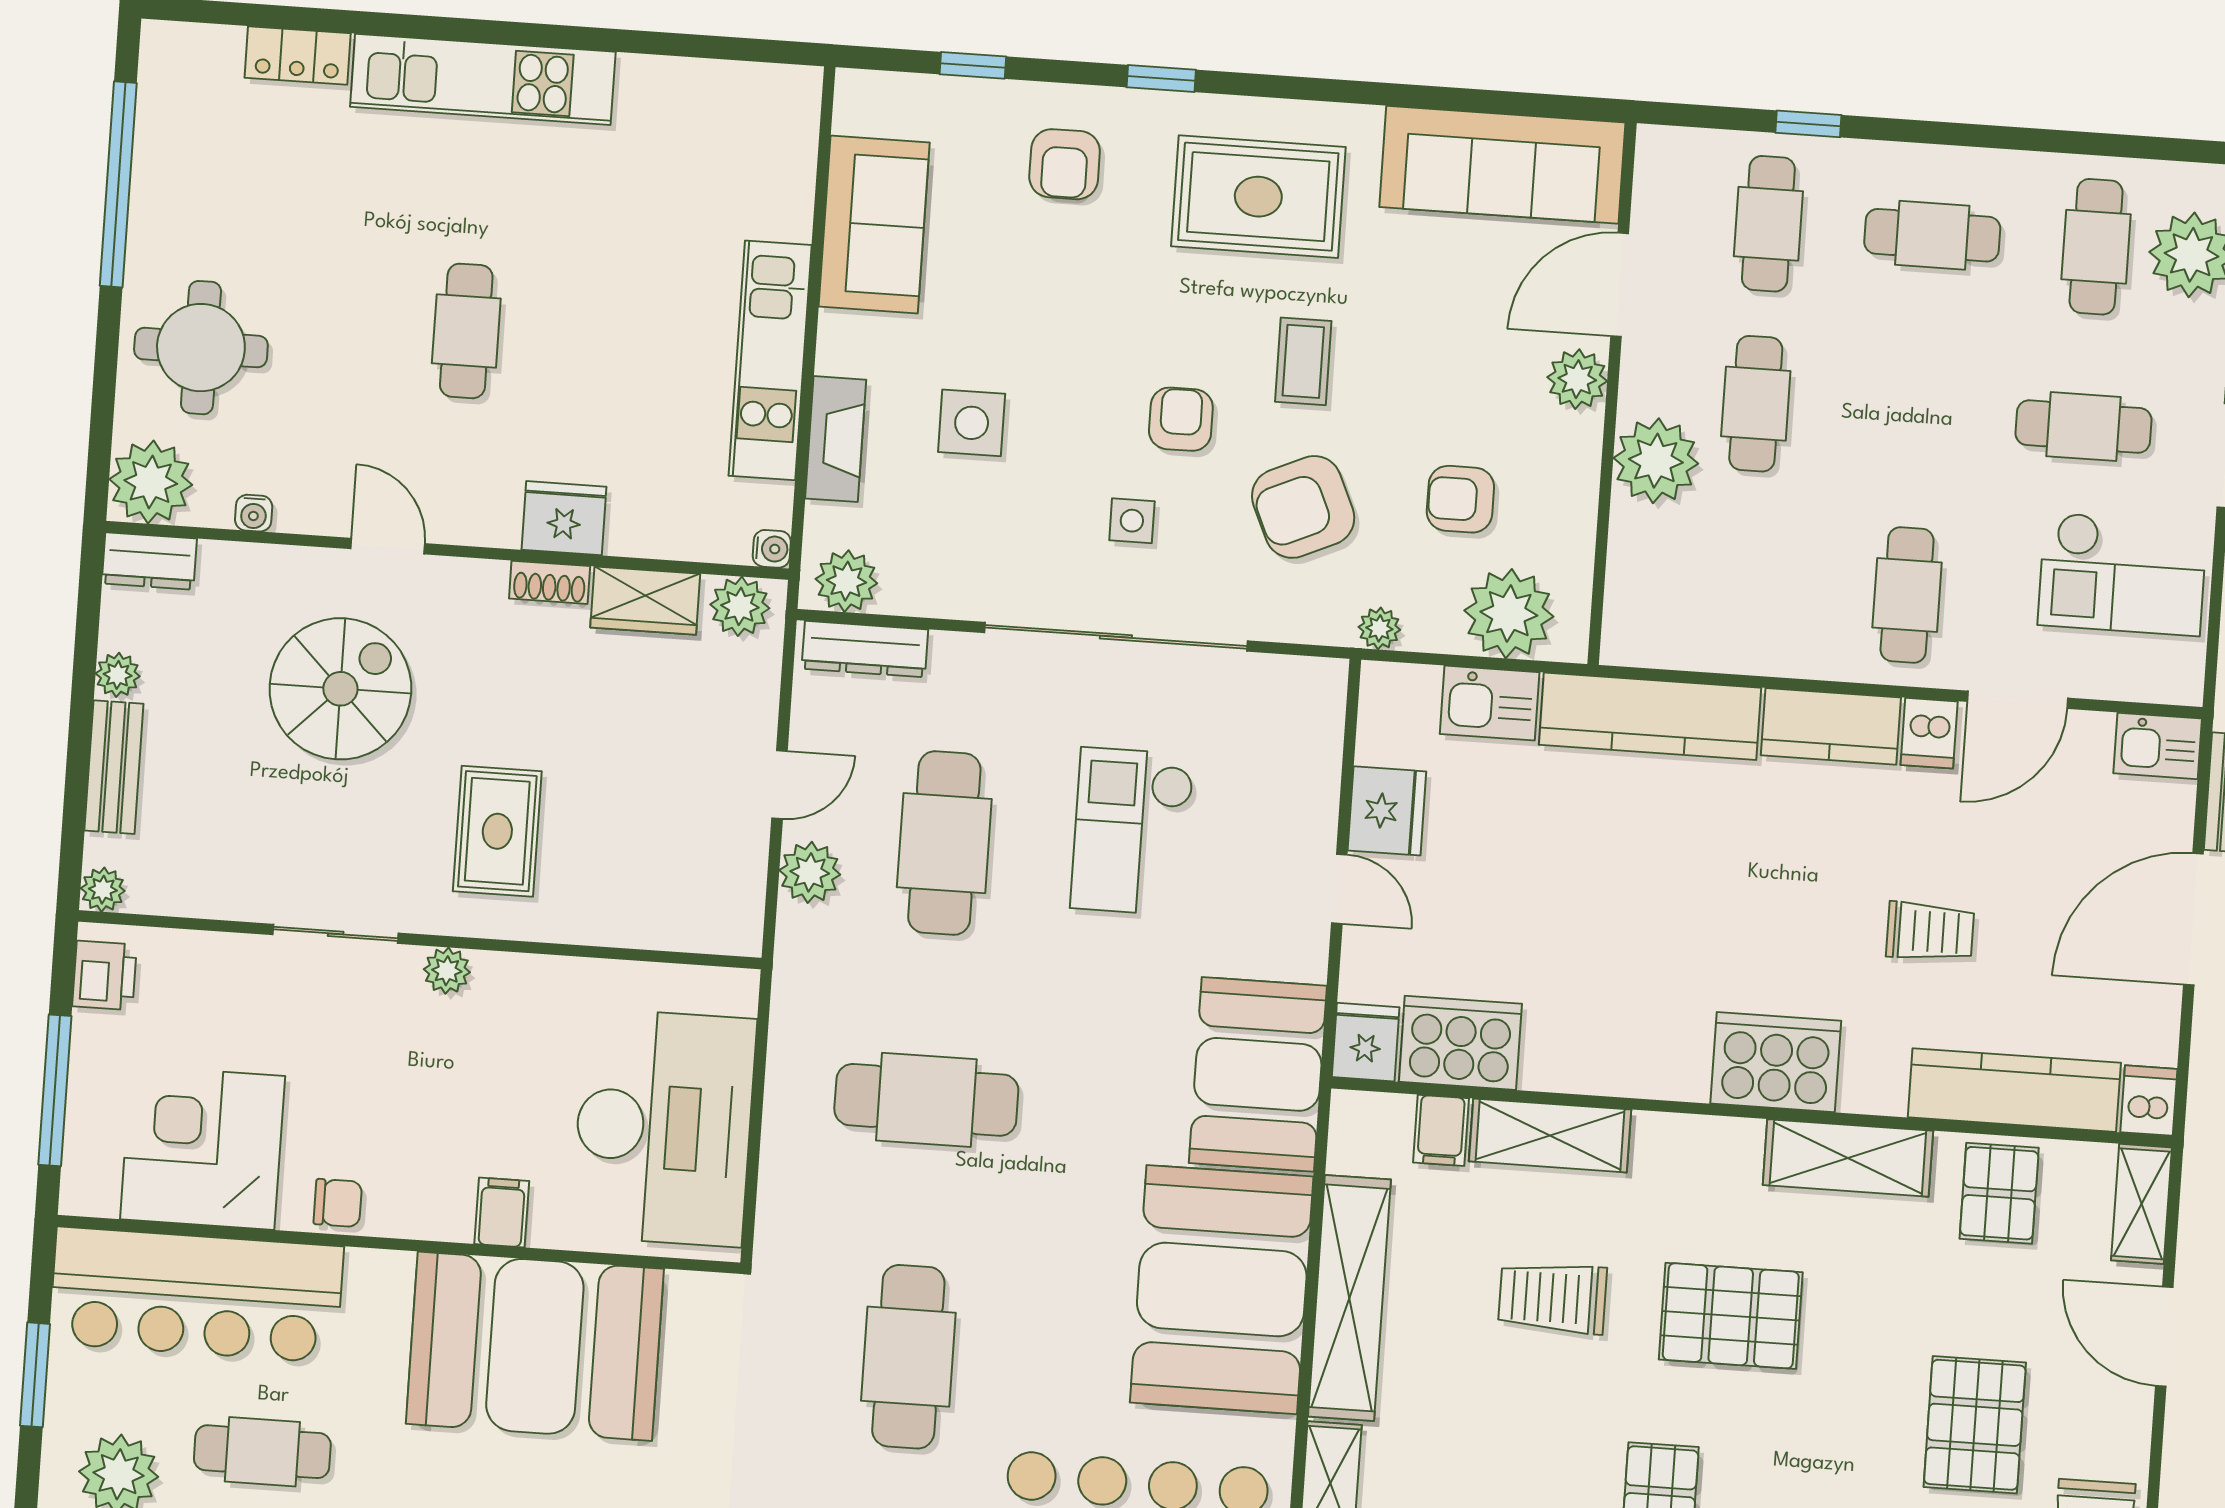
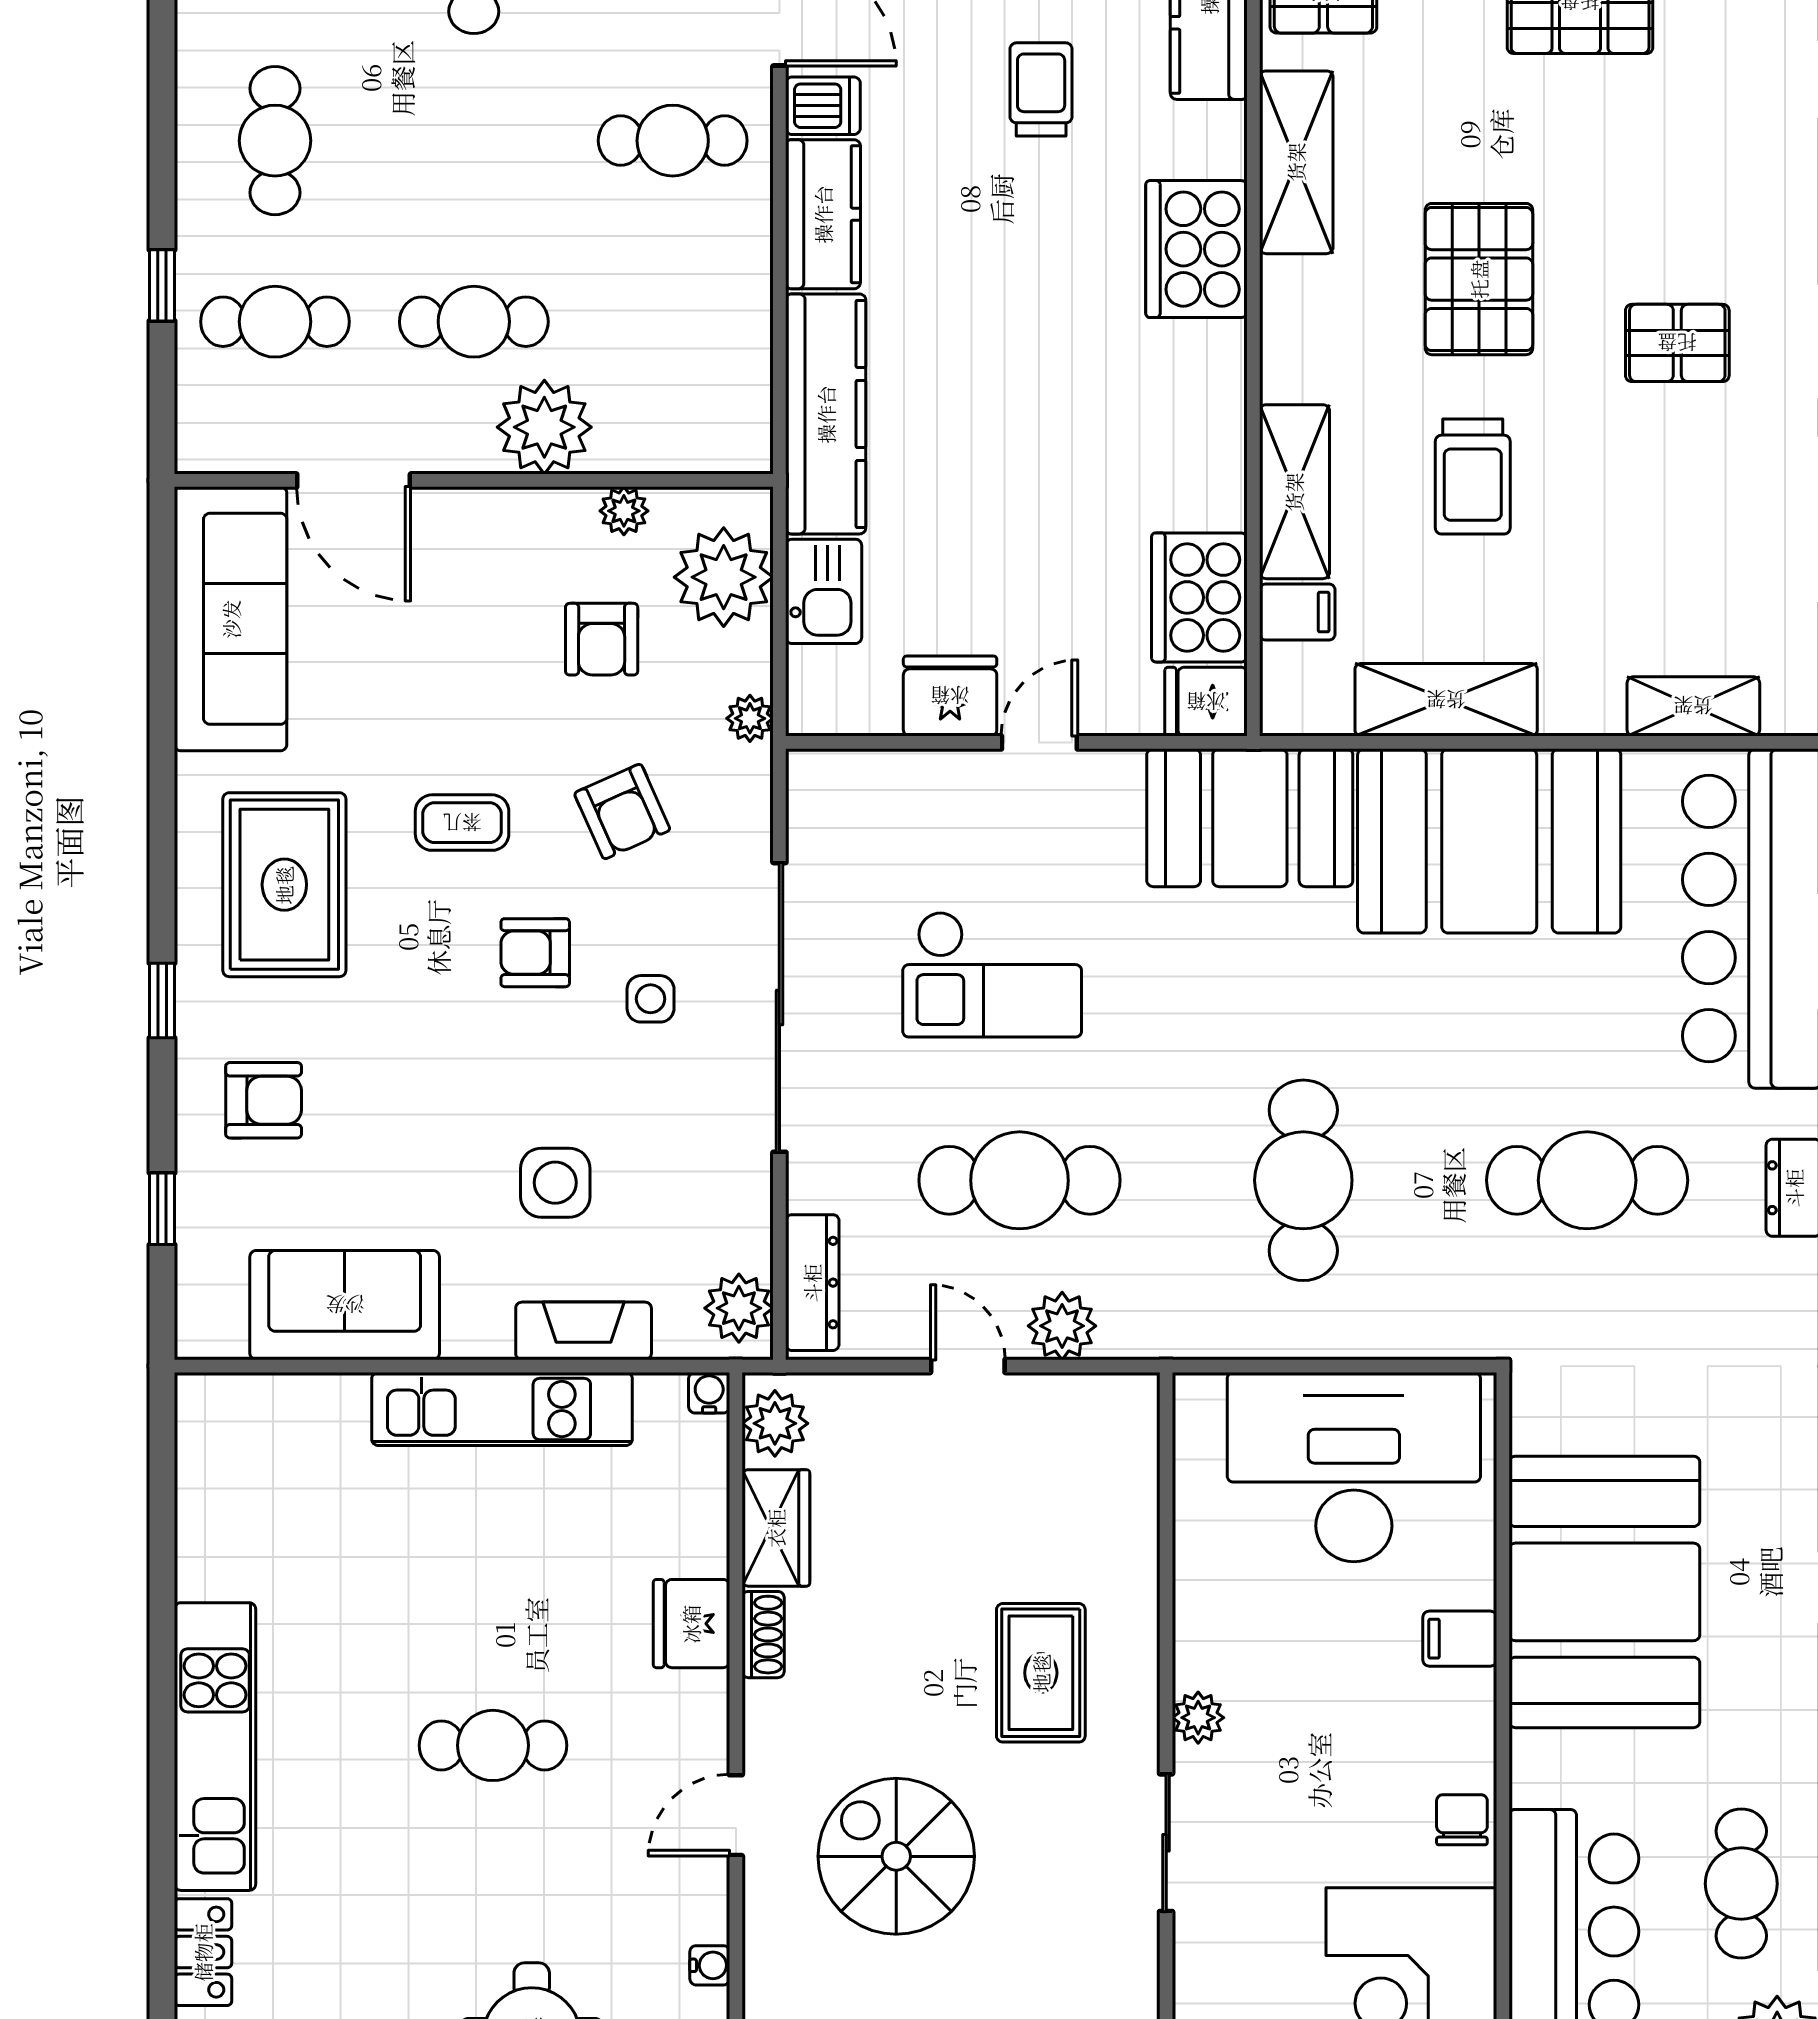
plant: (1577, 379) -> (624, 511), moved, width x0.73, depth x0.73
armchair: (1303, 507) -> (622, 812), width x0.72, depth x0.72
rug: (497, 831) -> (1041, 1673), turned 90
shelving: (1349, 1298) -> (1446, 700), width x0.68

